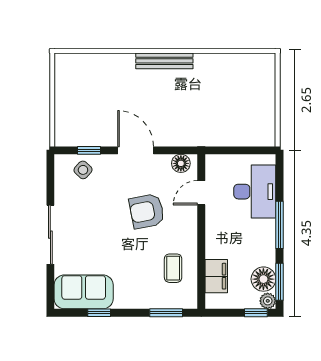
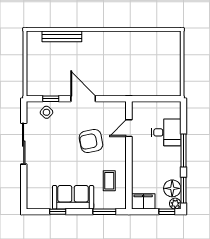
bench: (164, 61) -> (62, 36), moved
floor lamp: (181, 163) -> (115, 108), removed
desk: (255, 192) -> (166, 132), width x0.73
sliding door: (50, 235) -> (24, 144), moved
filing cabinet: (216, 276) -> (143, 201), moved, turned -90
sofa: (84, 292) -> (73, 197), moved

